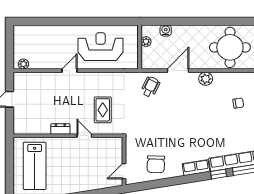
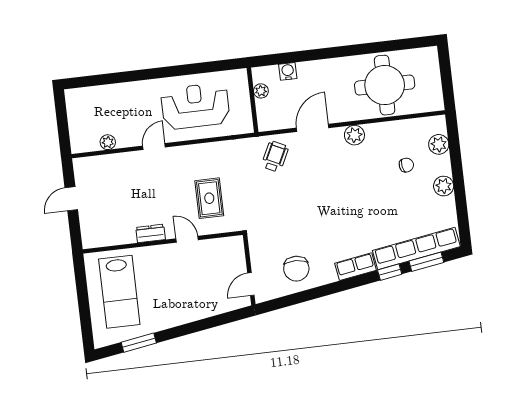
plant: (23, 64) -> (108, 142), moved

